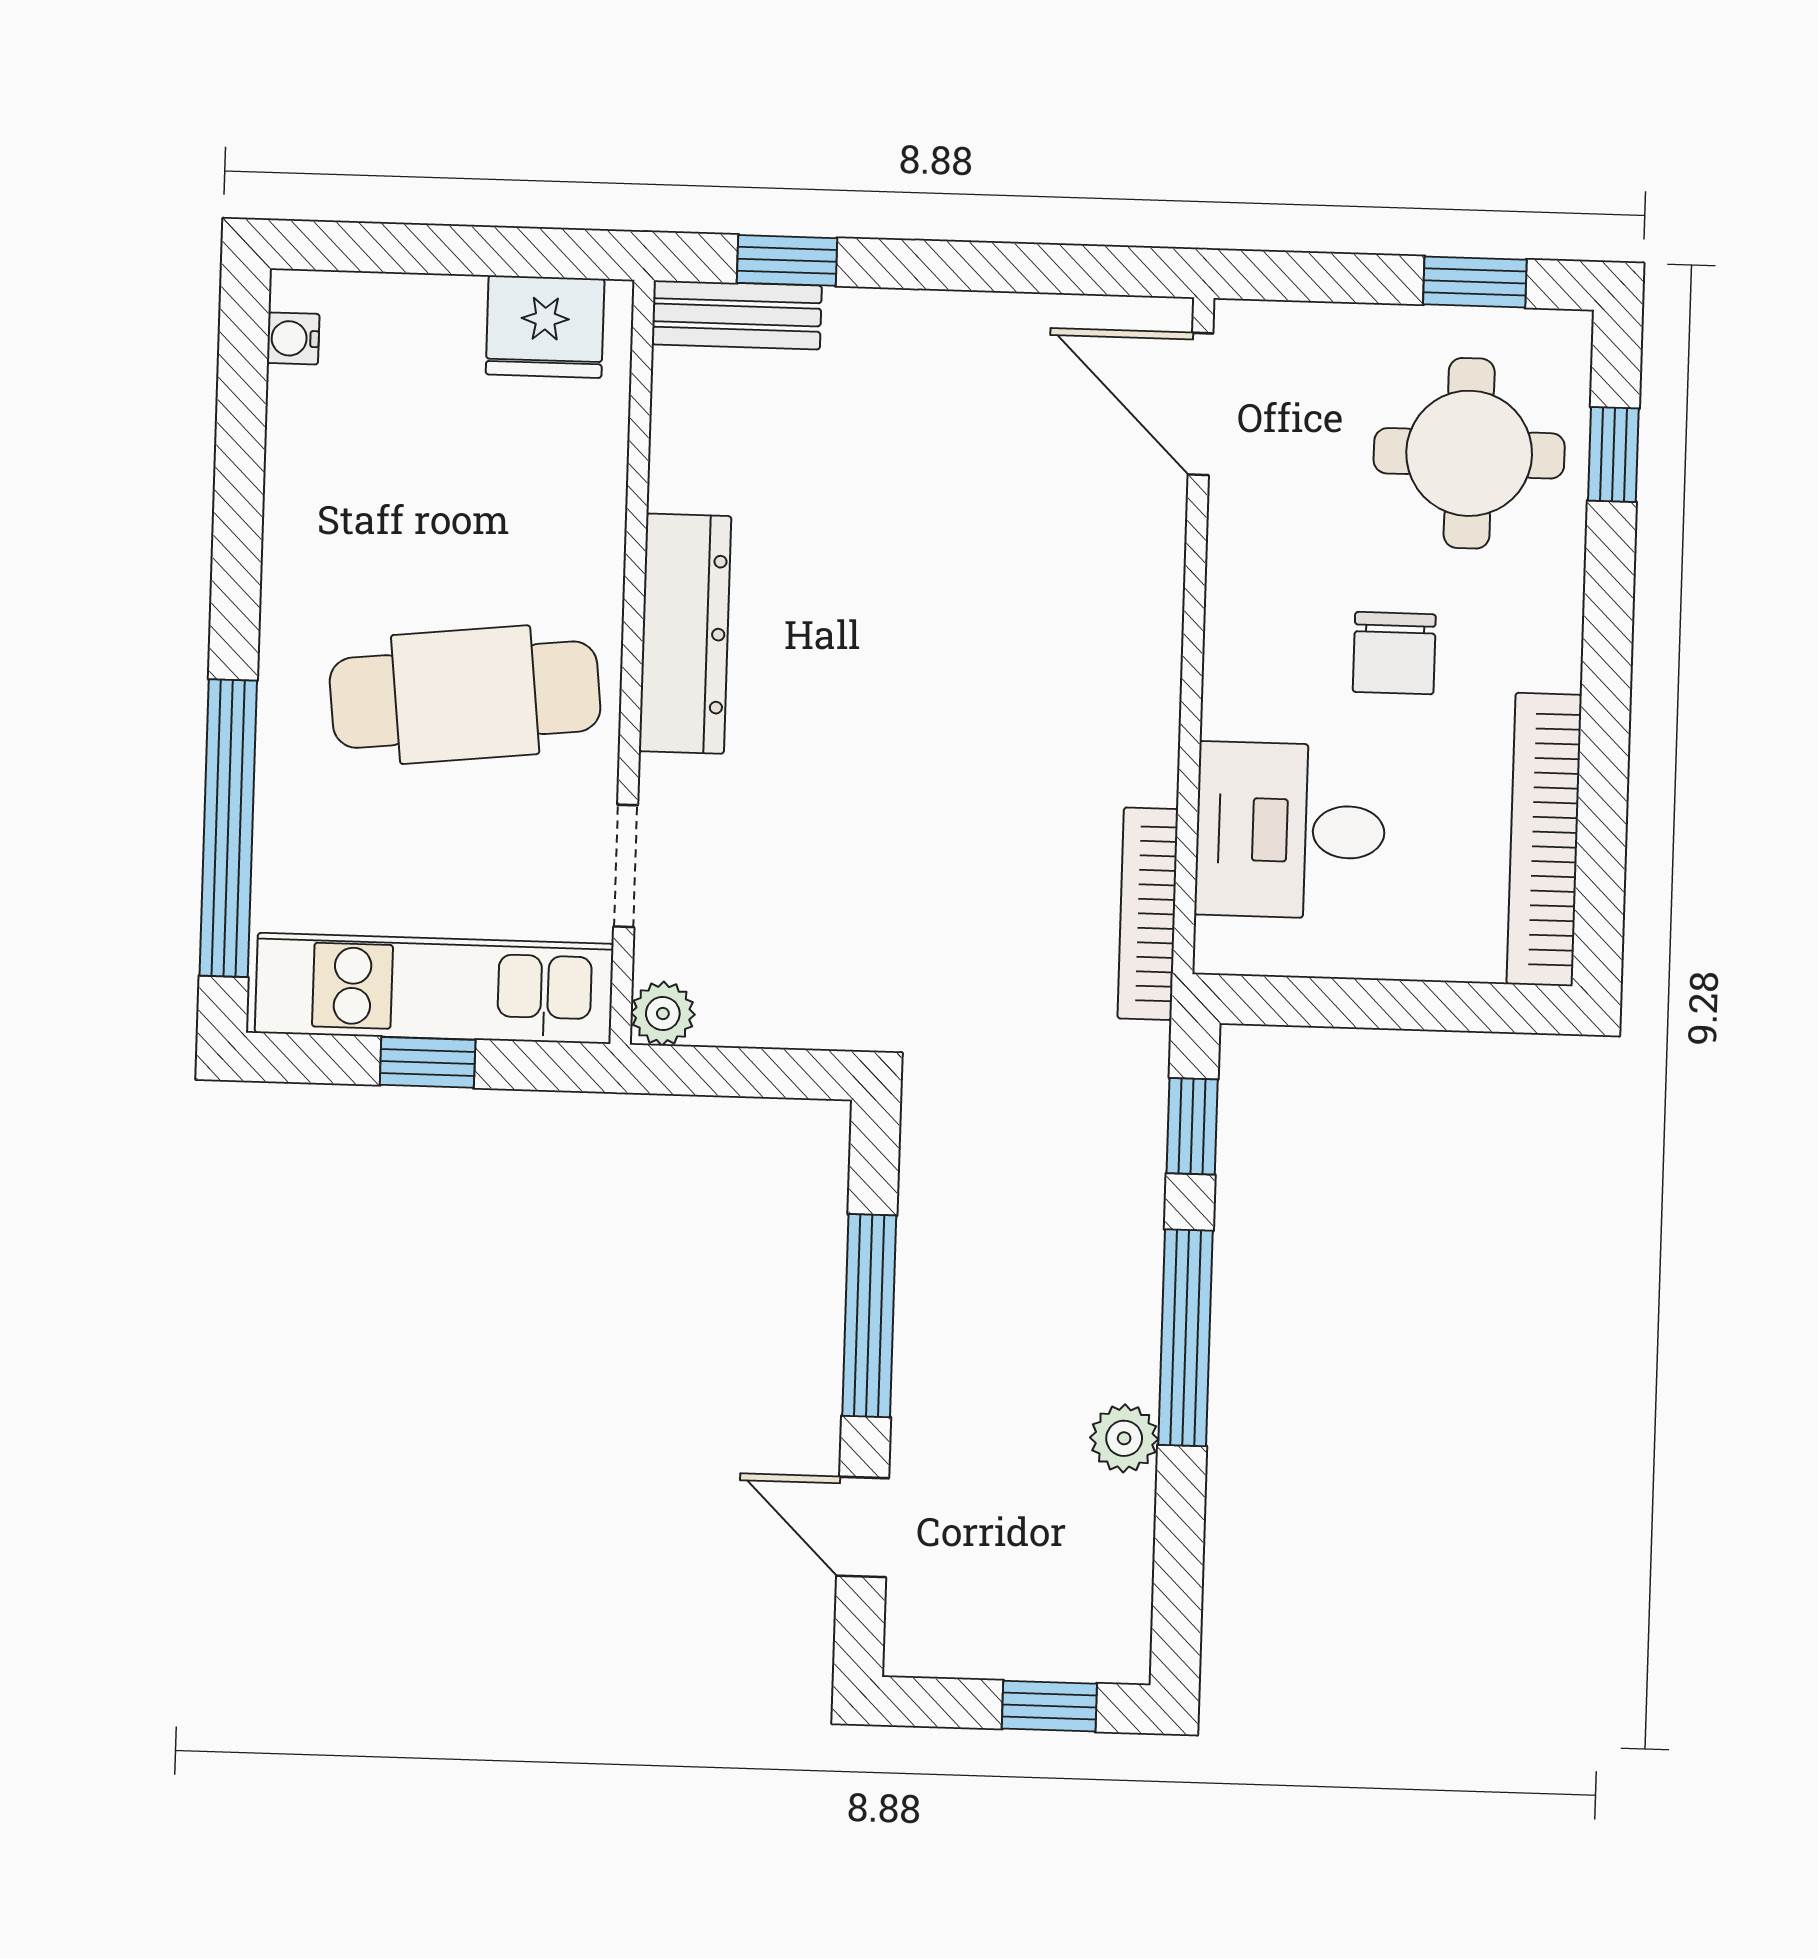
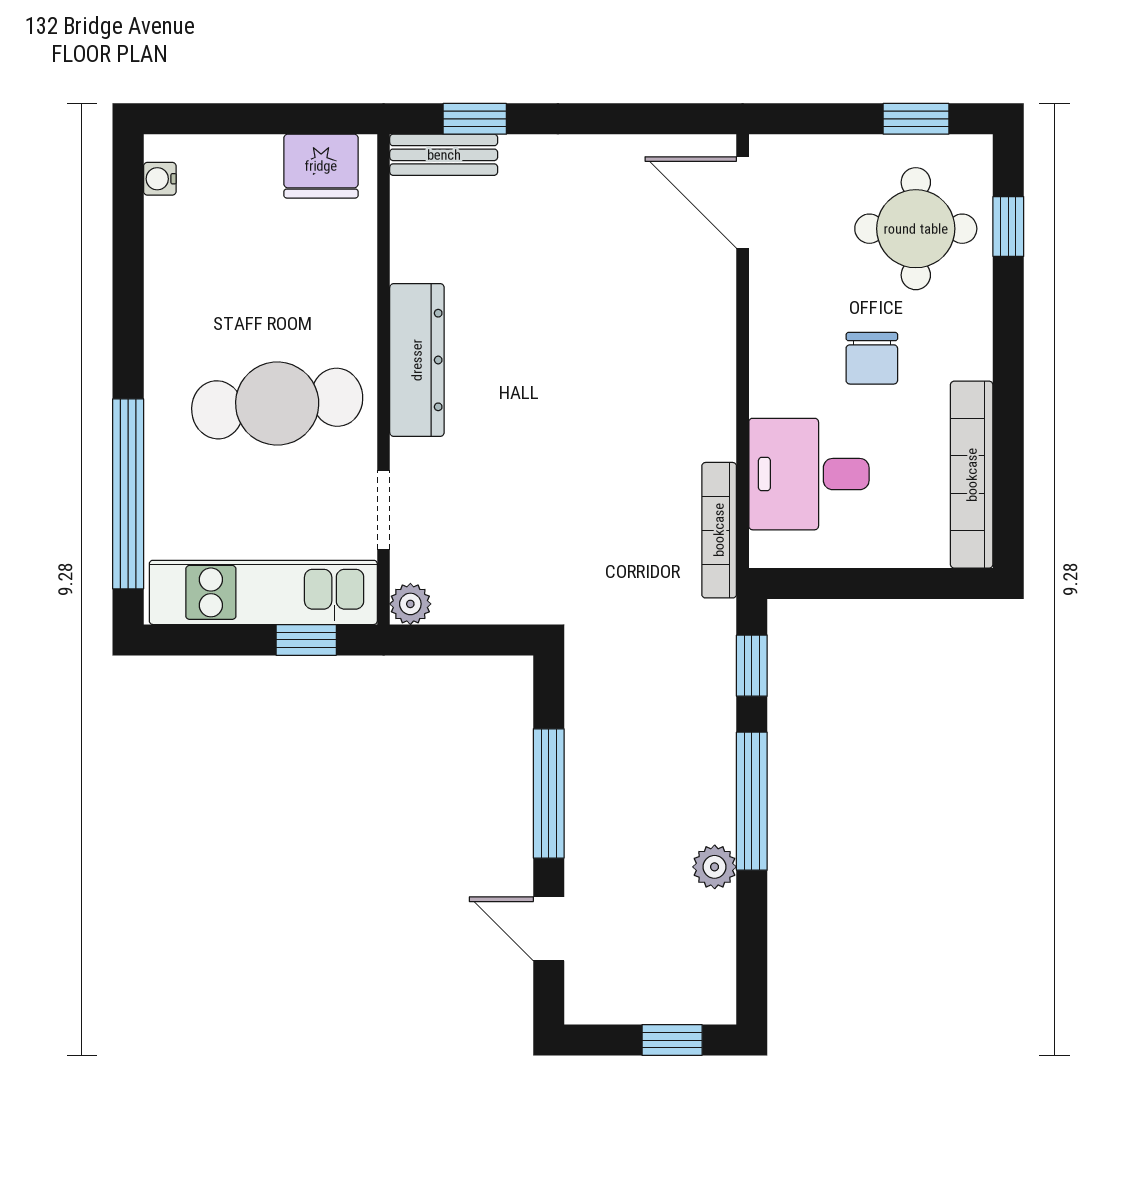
window: (428, 1062) -> (306, 640), moved

